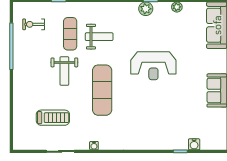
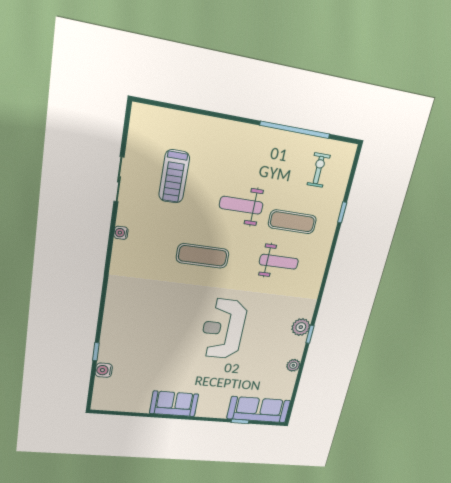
weight bench: (99, 37) -> (279, 262), turned -90
exercise mat: (102, 90) -> (203, 256), width x0.73, depth x0.69

